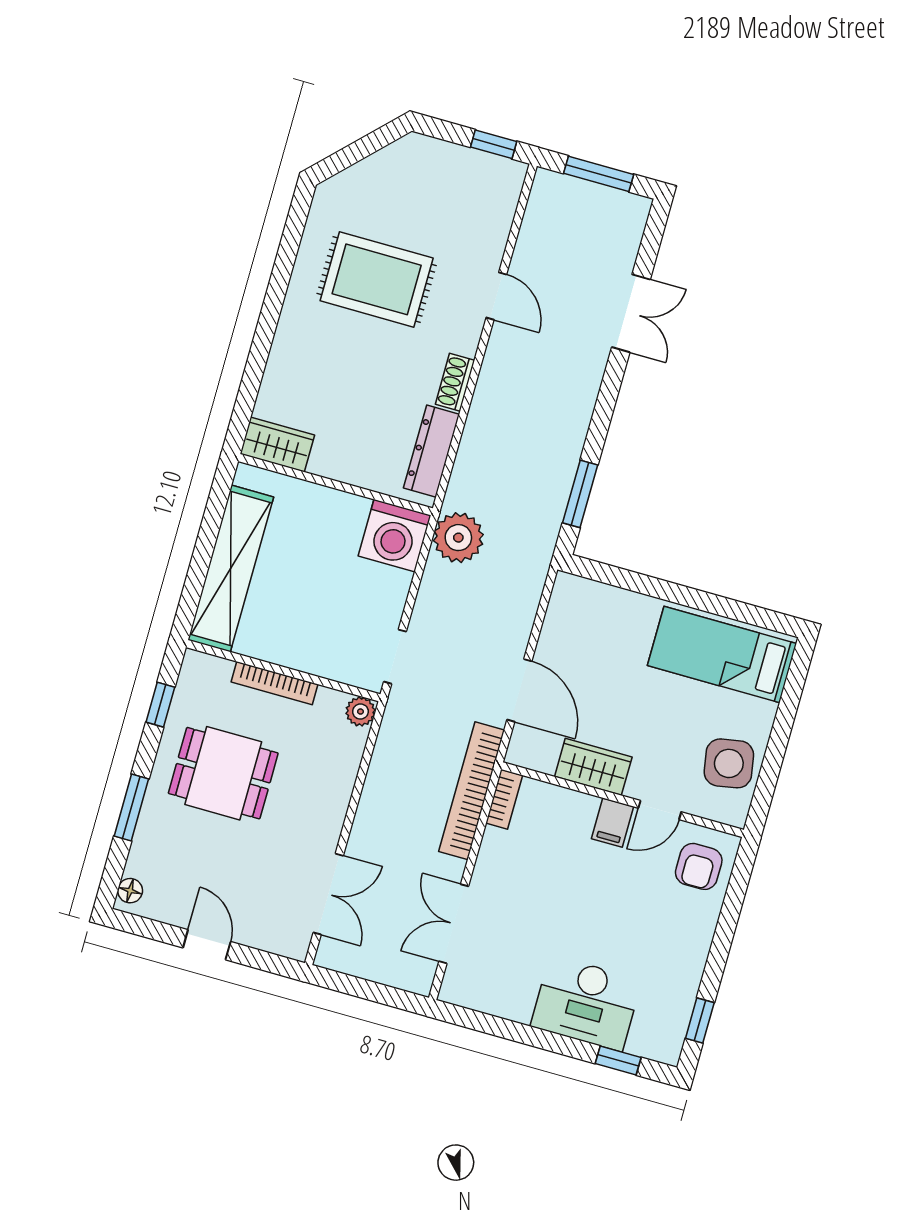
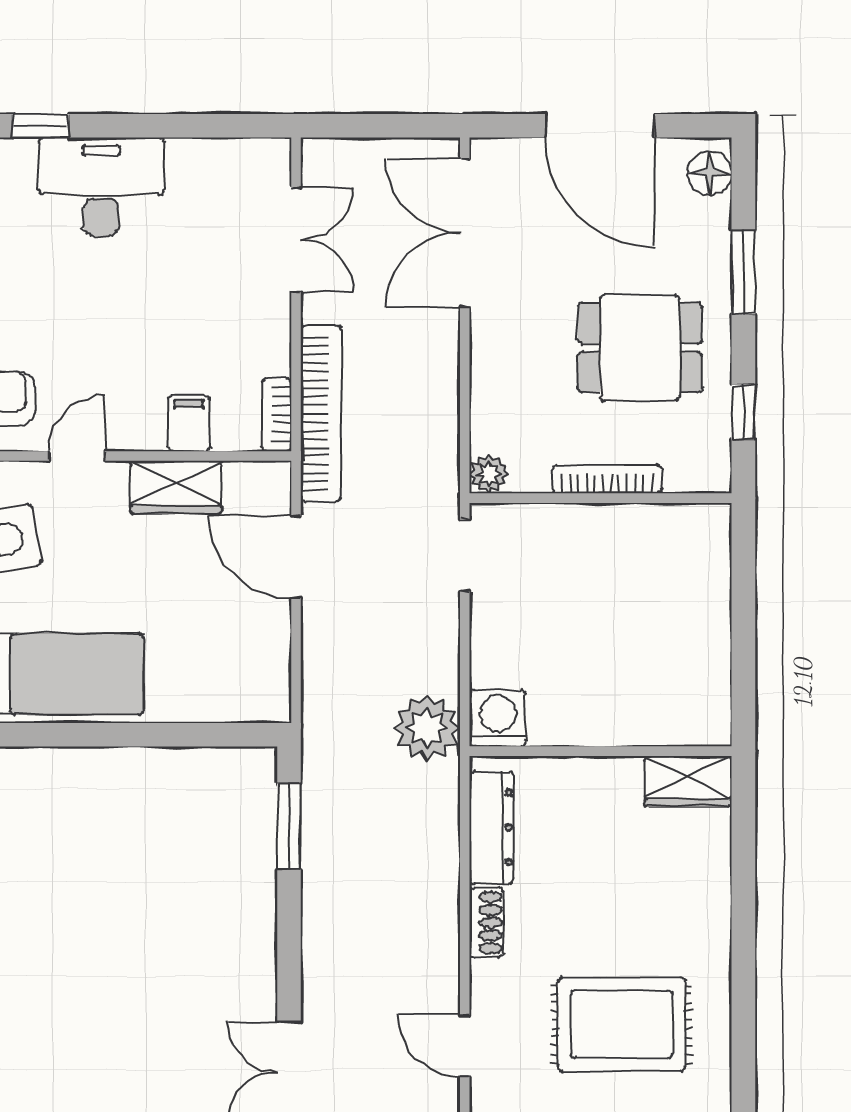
washing machine: (395, 536) -> (498, 718), width x0.73, depth x0.73
shelving: (231, 569) -> (703, 608), removed
filing cabinet: (613, 823) -> (189, 423), moved
floor lamp: (130, 891) -> (710, 173), width x1.37, depth x1.37
double door: (328, 894) -> (465, 233), width x1.37
door: (207, 945) -> (600, 126), width x1.88

